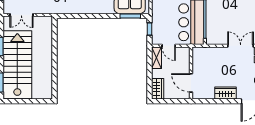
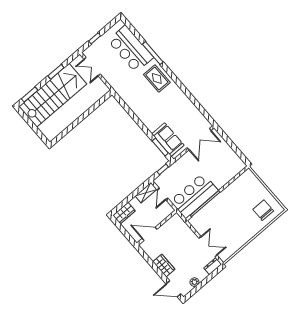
door: (191, 83) -> (150, 234), hinge flipped

